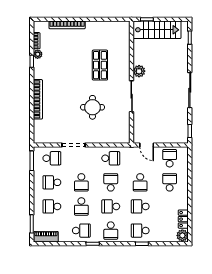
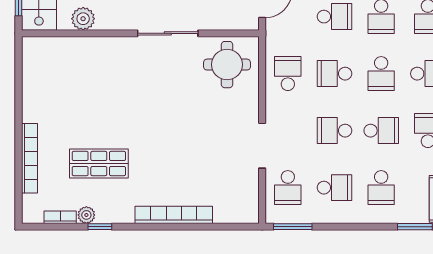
shop shelf: (100, 65) -> (99, 164), moved
plant: (139, 71) -> (83, 19), moved
round table: (92, 107) -> (227, 65), moved
school desk: (52, 158) -> (288, 188), turned 180
school desk: (52, 182) -> (334, 188), turned -90
school desk: (81, 182) -> (334, 131), turned 180

